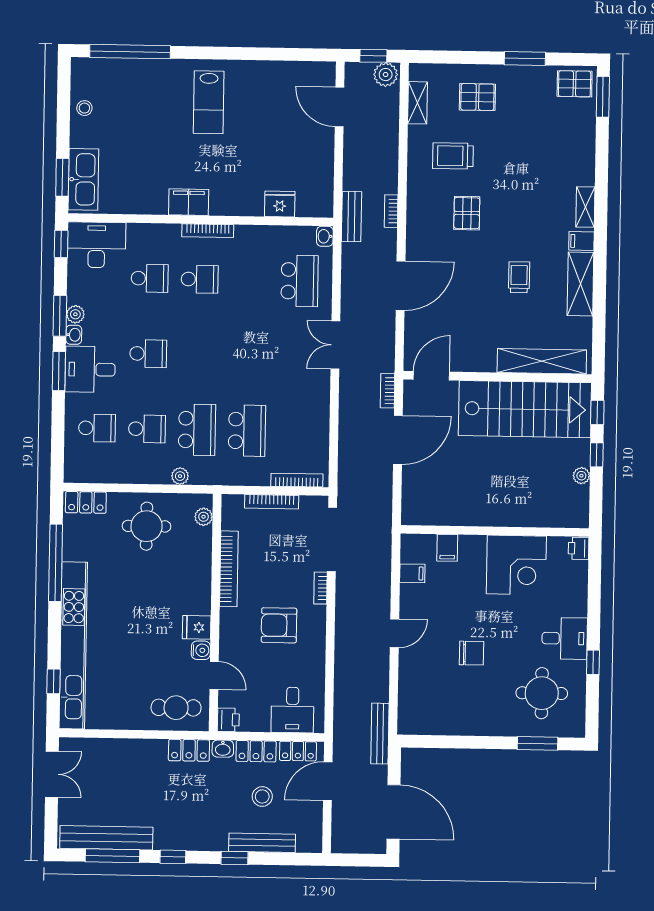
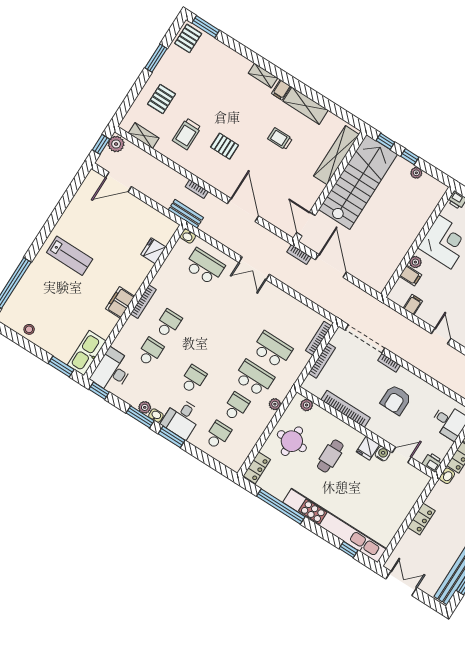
kitchen sink: (83, 179) -> (87, 353), moved, turned -90
plant: (468, 544) -> (415, 262), added
cafe table: (176, 708) -> (330, 456), moved
locker: (189, 750) -> (421, 519), moved

